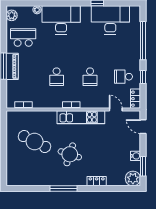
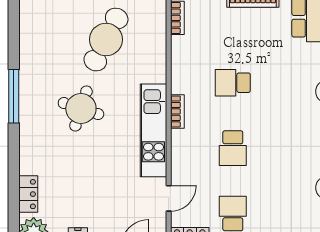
school desk: (90, 77) -> (233, 148), turned -90
locker: (97, 181) -> (28, 194), moved

